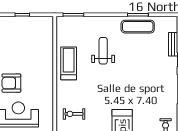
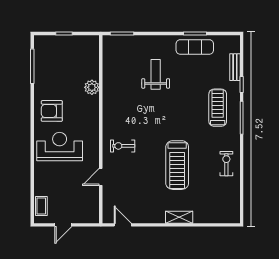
plant: (47, 62) -> (92, 87), added
treadmill: (69, 63) -> (218, 108), moved

